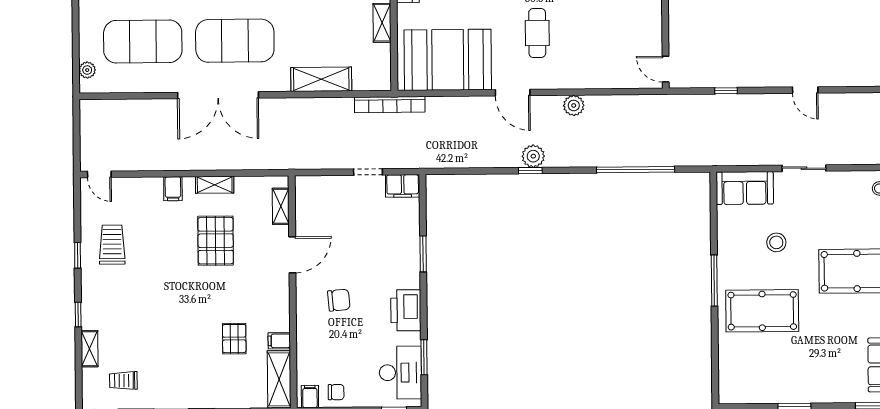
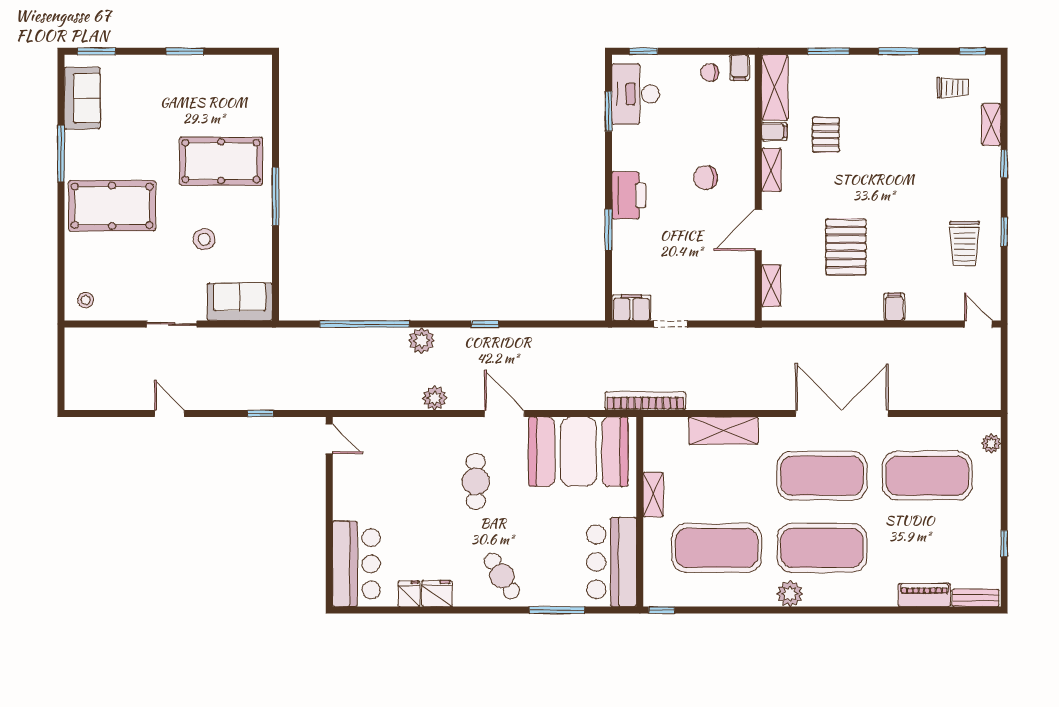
plant: (533, 156) -> (422, 340), moved
shelving: (215, 185) -> (771, 170), moved, turned 90
printer: (406, 310) -> (629, 195), moved

